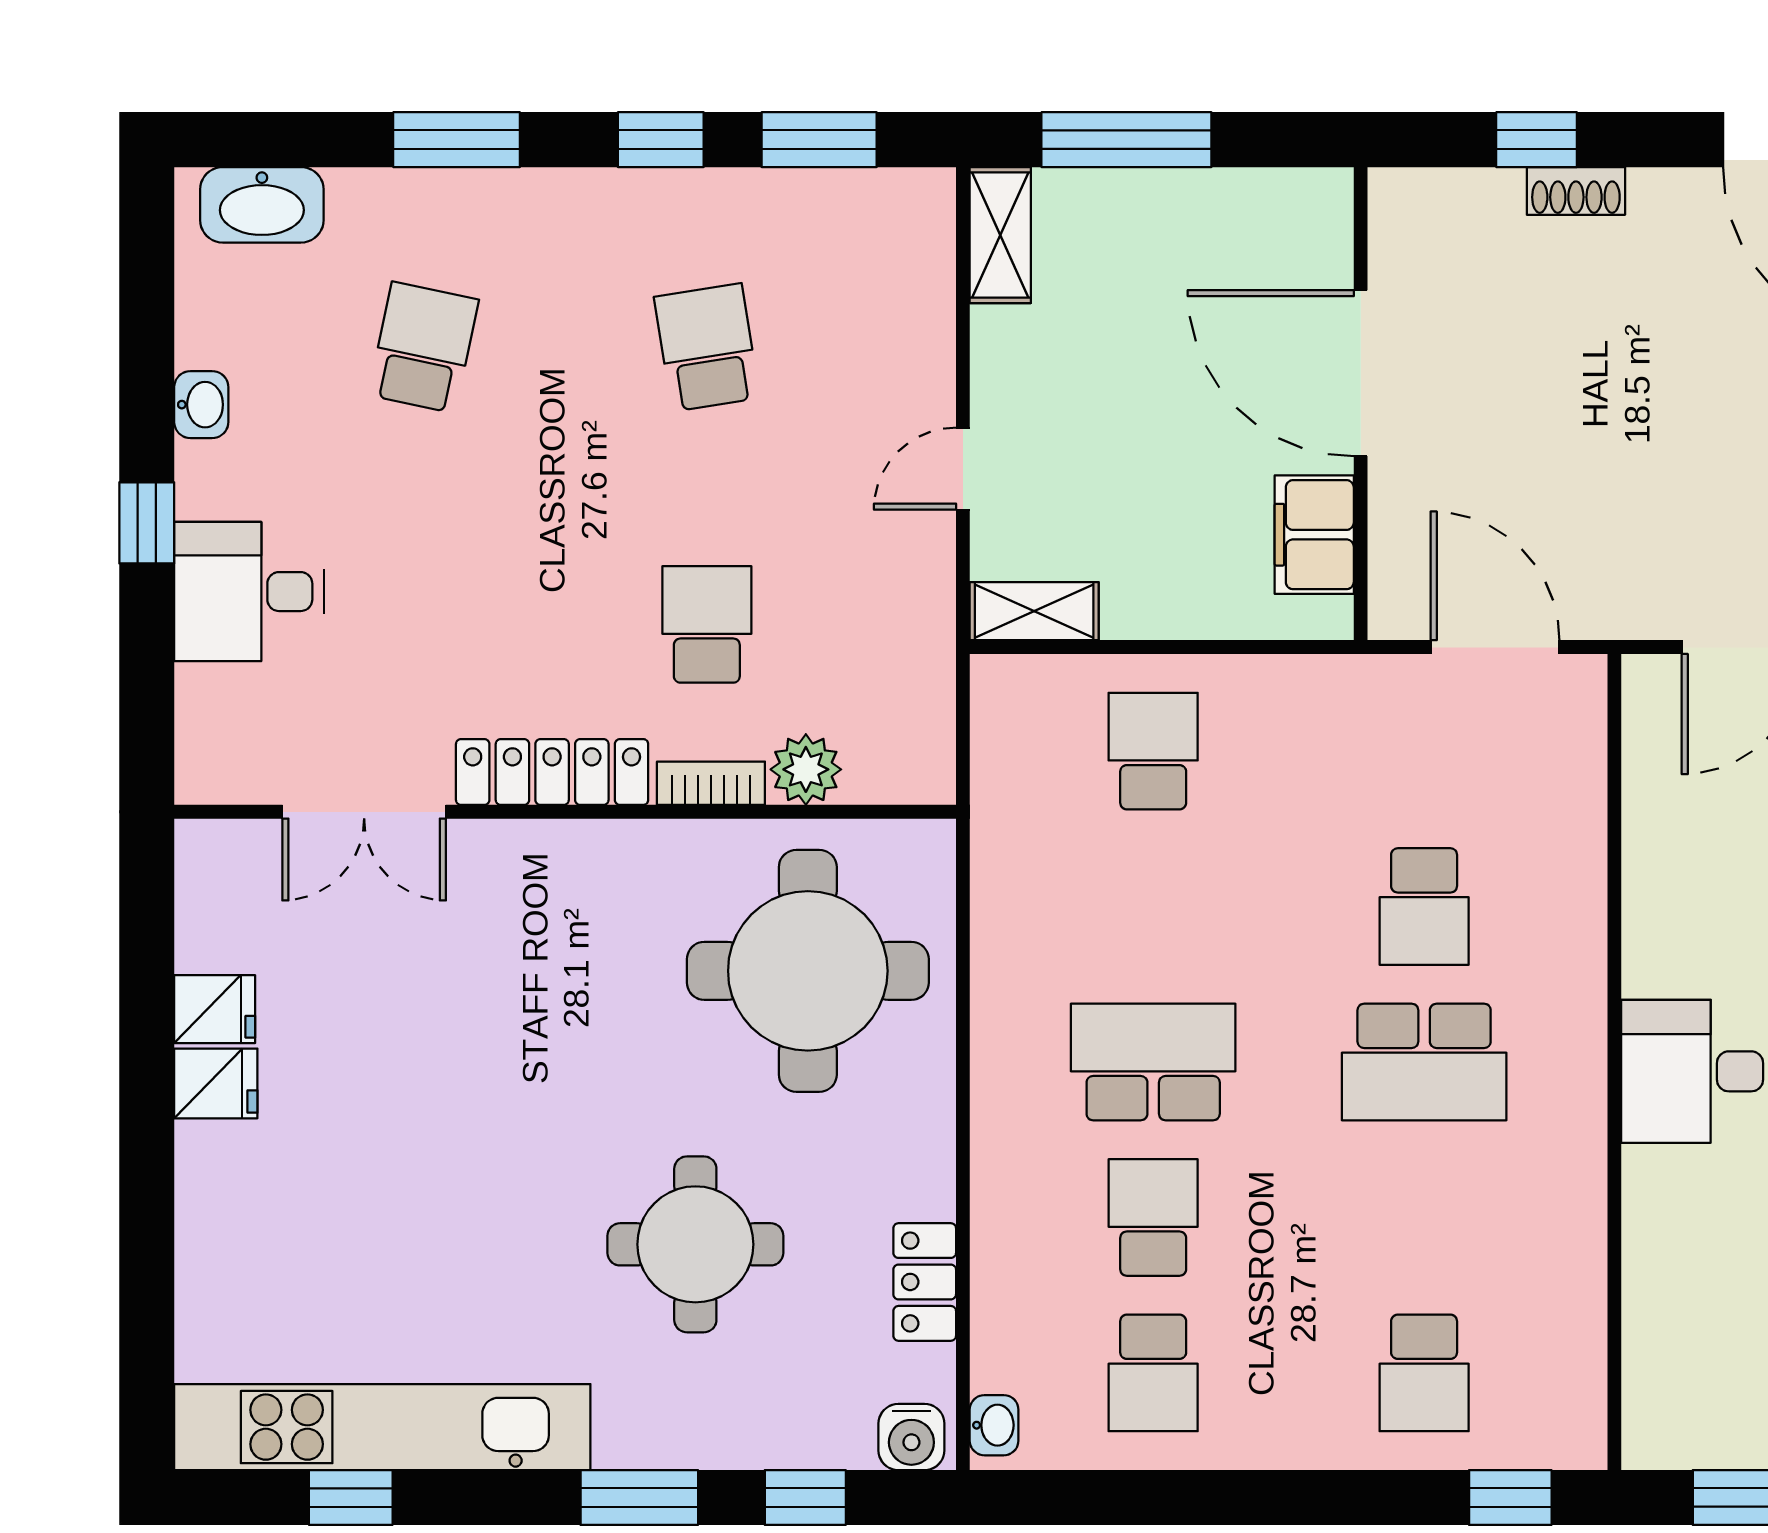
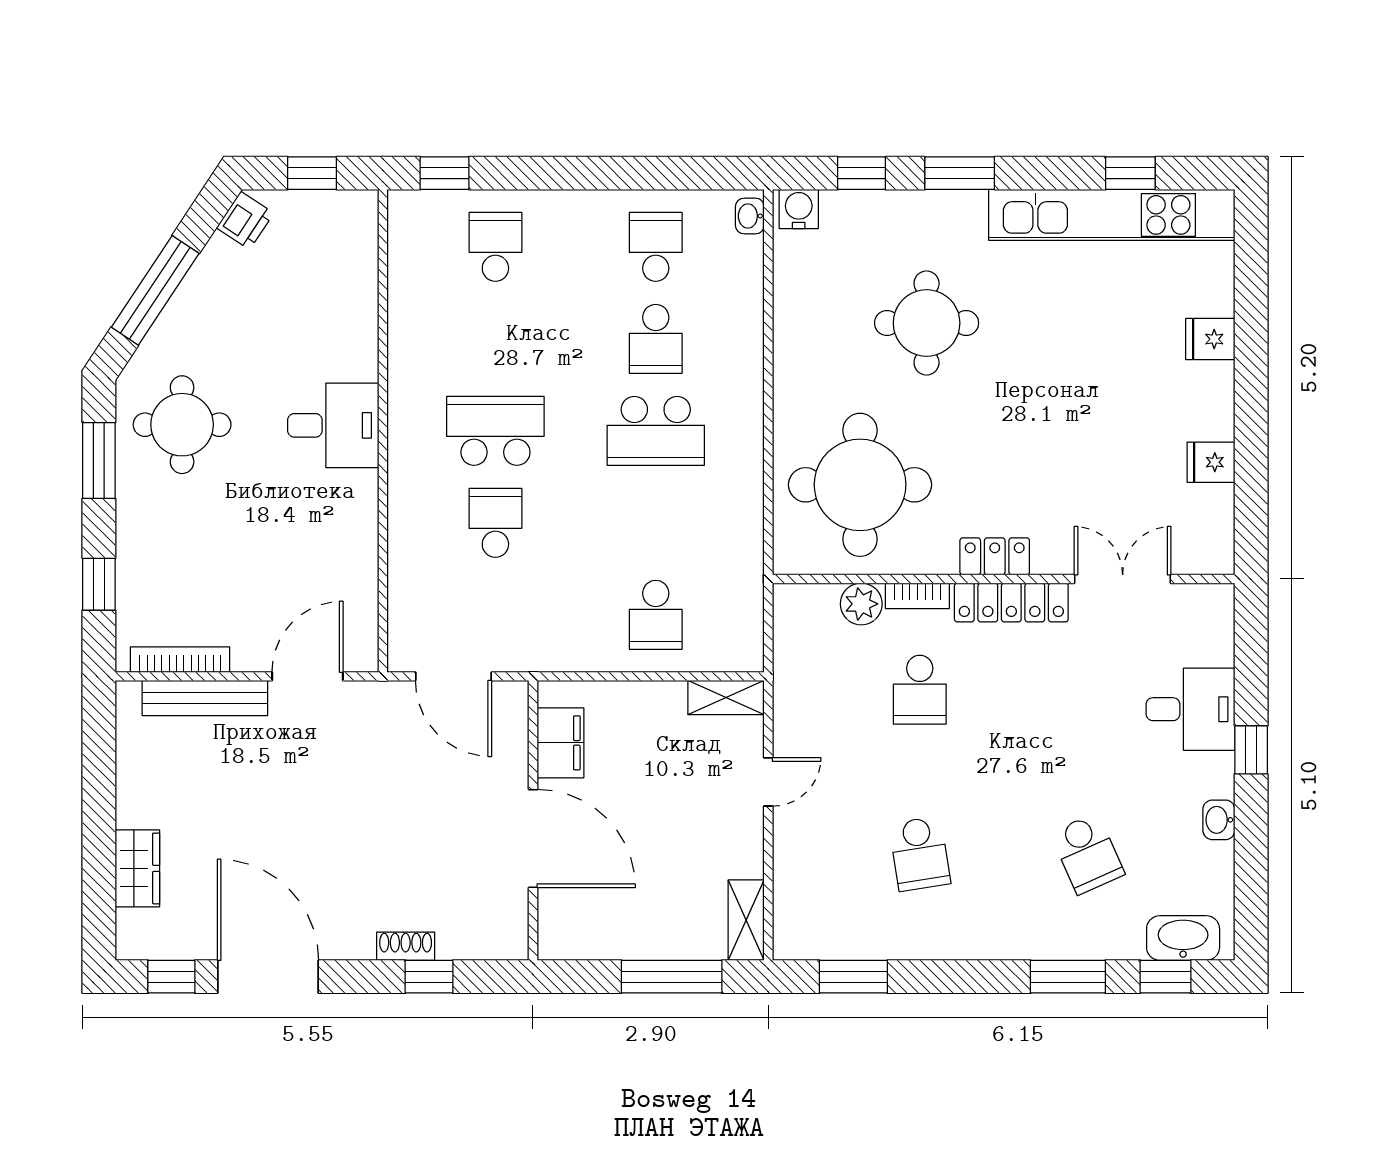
window: (661, 140) -> (1166, 977), moved
school desk: (423, 347) -> (1087, 854), turned -36
fridge: (216, 1083) -> (1210, 339), moved
locker: (925, 1282) -> (995, 556), moved, turned -90

